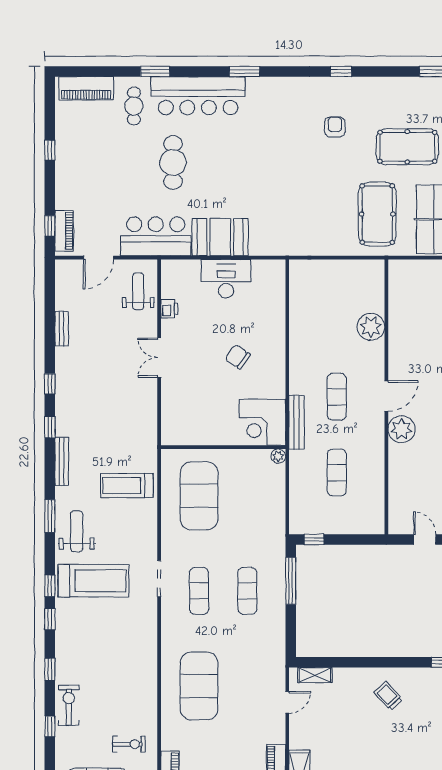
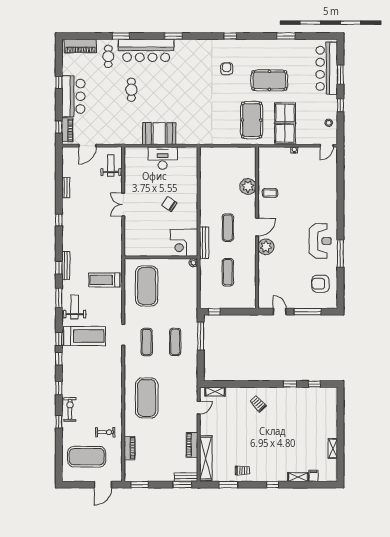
cafe table: (173, 163) -> (131, 90), width x0.73, depth x0.74
bar counter: (156, 236) -> (73, 96), moved, turned 90
printer: (169, 309) -> (129, 176), removed
coffee table: (408, 338) -> (270, 193), added
window: (50, 427) -> (59, 268), moved

